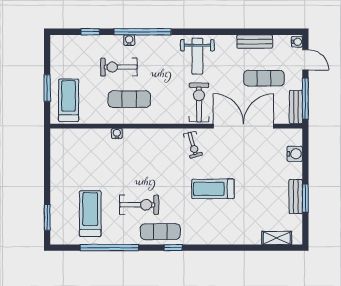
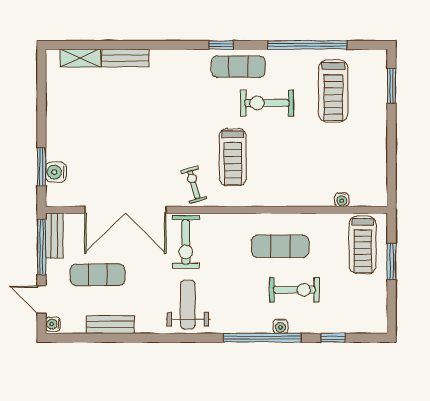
water cooler: (117, 134) -> (342, 200), moved
treadmill: (213, 189) -> (233, 157), moved, turned 90
bench: (296, 197) -> (125, 58), moved, turned 90
window: (305, 198) -> (41, 167), moved

